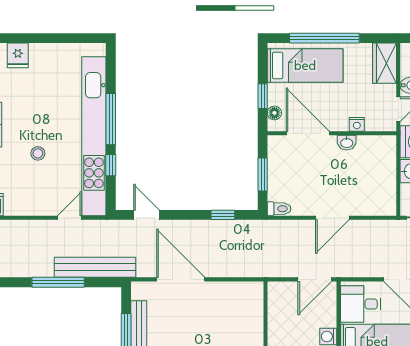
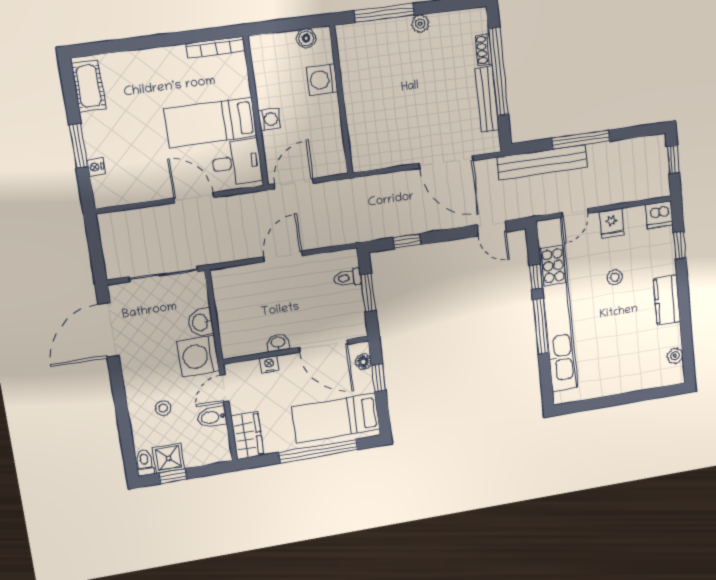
fridge: (18, 55) -> (612, 223), moved, turned 180
toilet: (279, 209) -> (347, 278), moved

